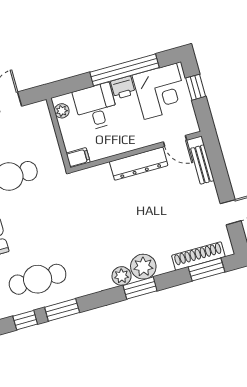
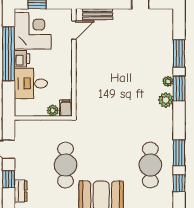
plant: (62, 111) -> (53, 111), moved
dresser: (139, 164) -> (83, 63), removed
shoe rack: (198, 256) -> (167, 37), removed
plant: (143, 267) -> (168, 81), width x0.53, depth x0.53
window: (207, 269) -> (179, 53), moved

